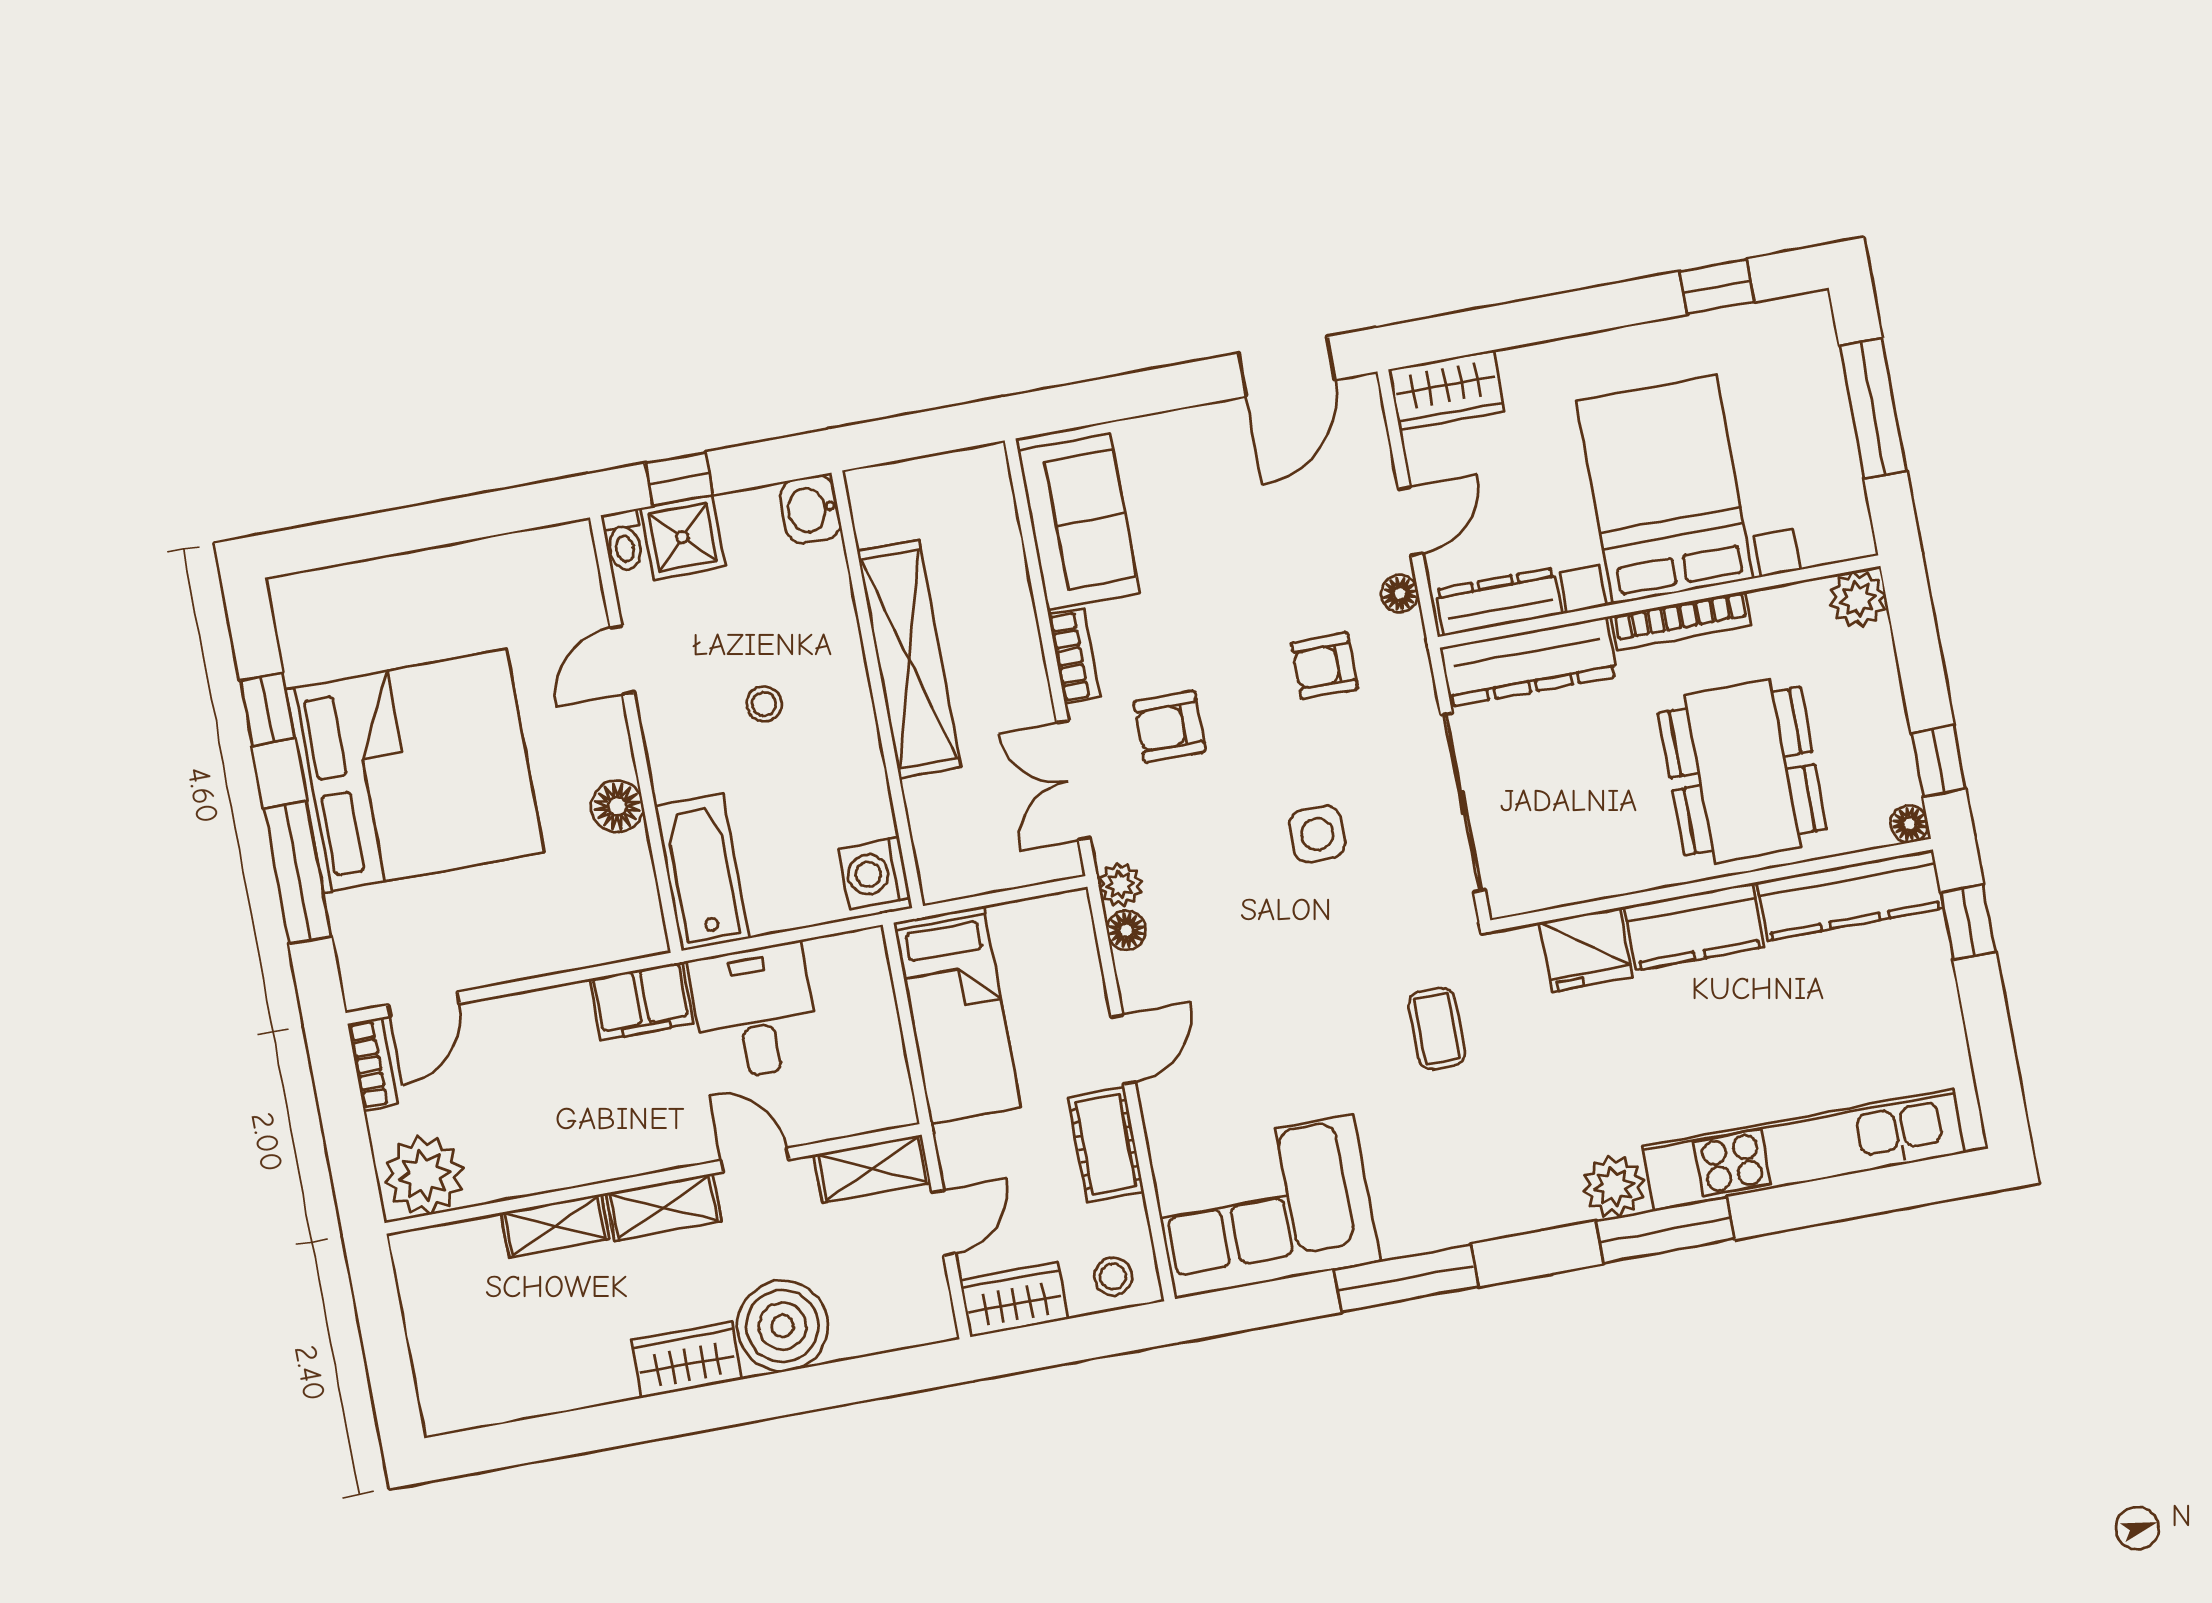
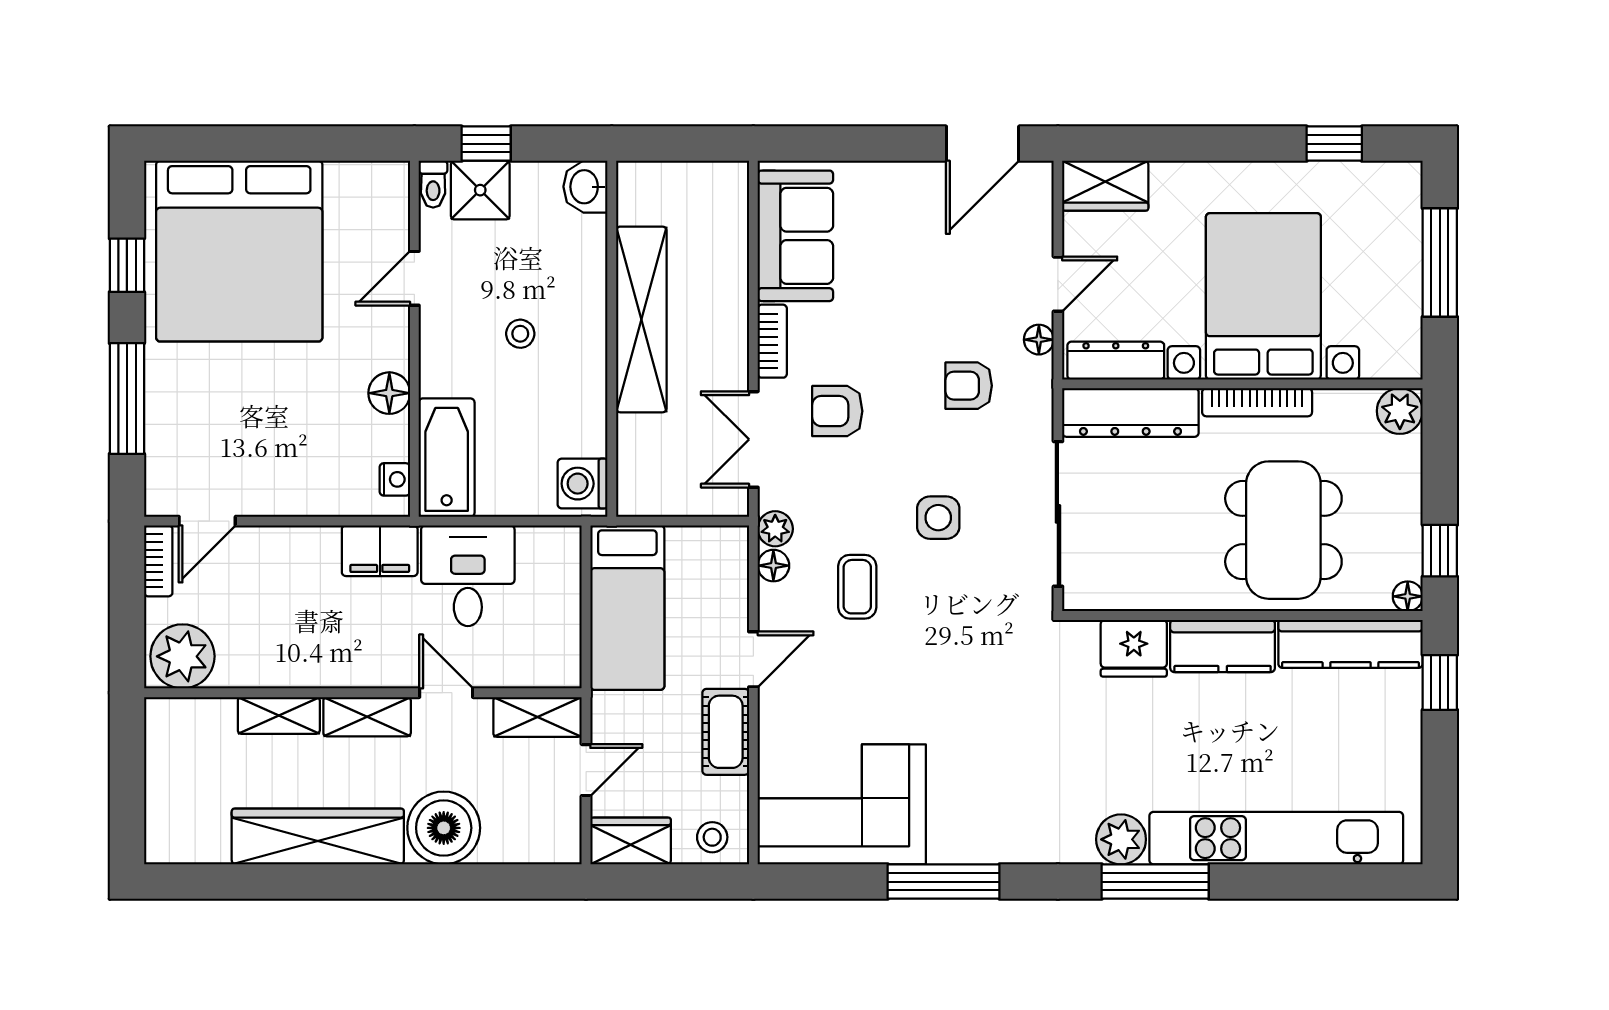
bed: (415, 771) -> (239, 251), moved, turned 90
nightstand: (644, 911) -> (395, 479), added
coffee table: (1437, 1028) -> (857, 587), moved
wardrobe: (686, 1360) -> (318, 836), width x2.10, depth x1.17

